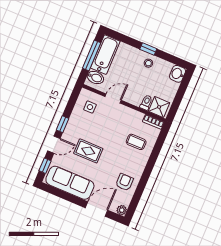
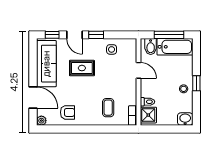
side table: (90, 107) -> (112, 49), moved
rug: (88, 151) -> (82, 68), turned 90

